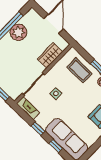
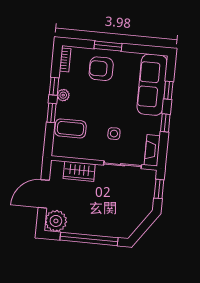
plant: (18, 32) -> (56, 221), moved
coffee table: (79, 70) -> (70, 128), turned 90

